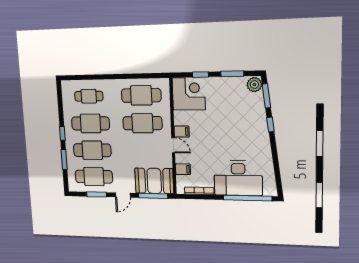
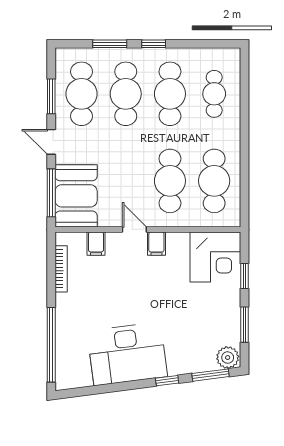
door: (173, 145) -> (134, 229), swing flipped
desk: (238, 178) -> (127, 354), moved, turned -97

